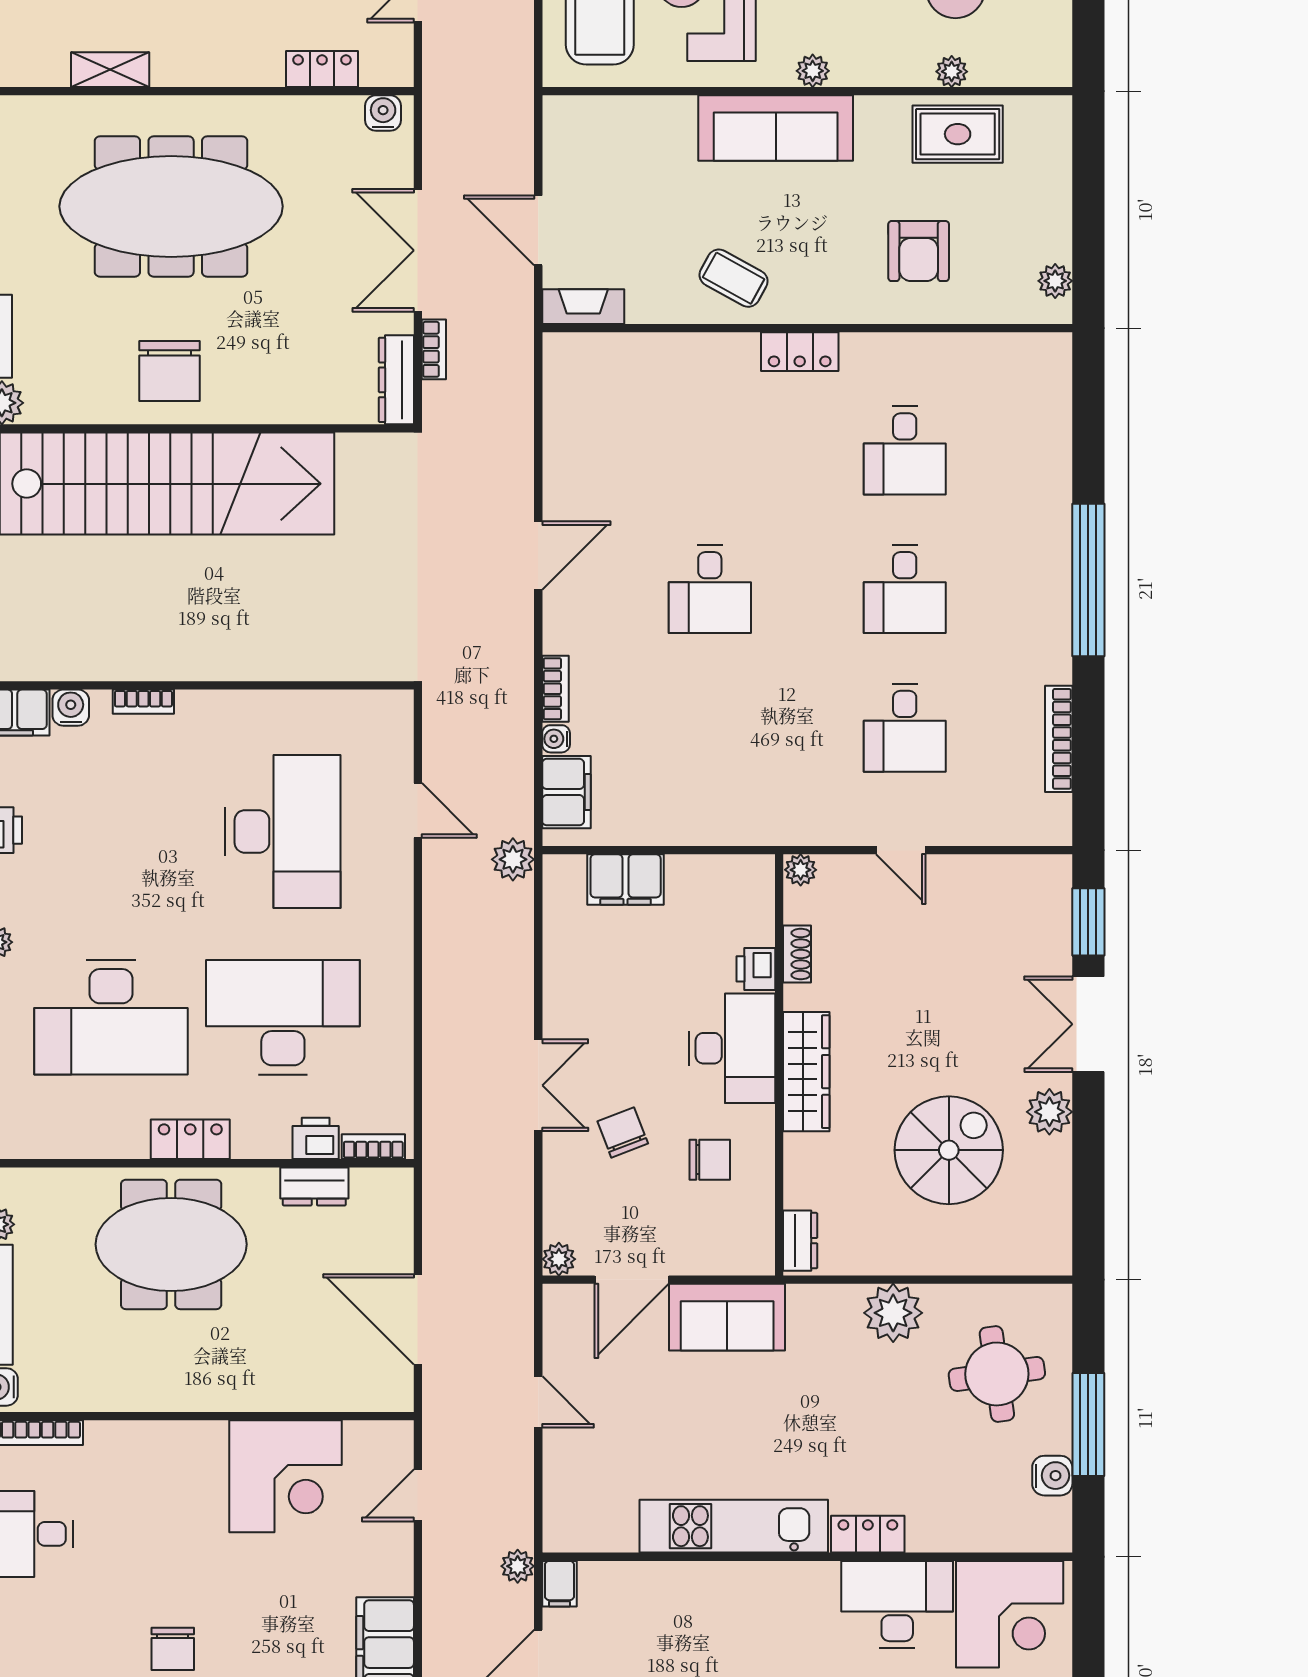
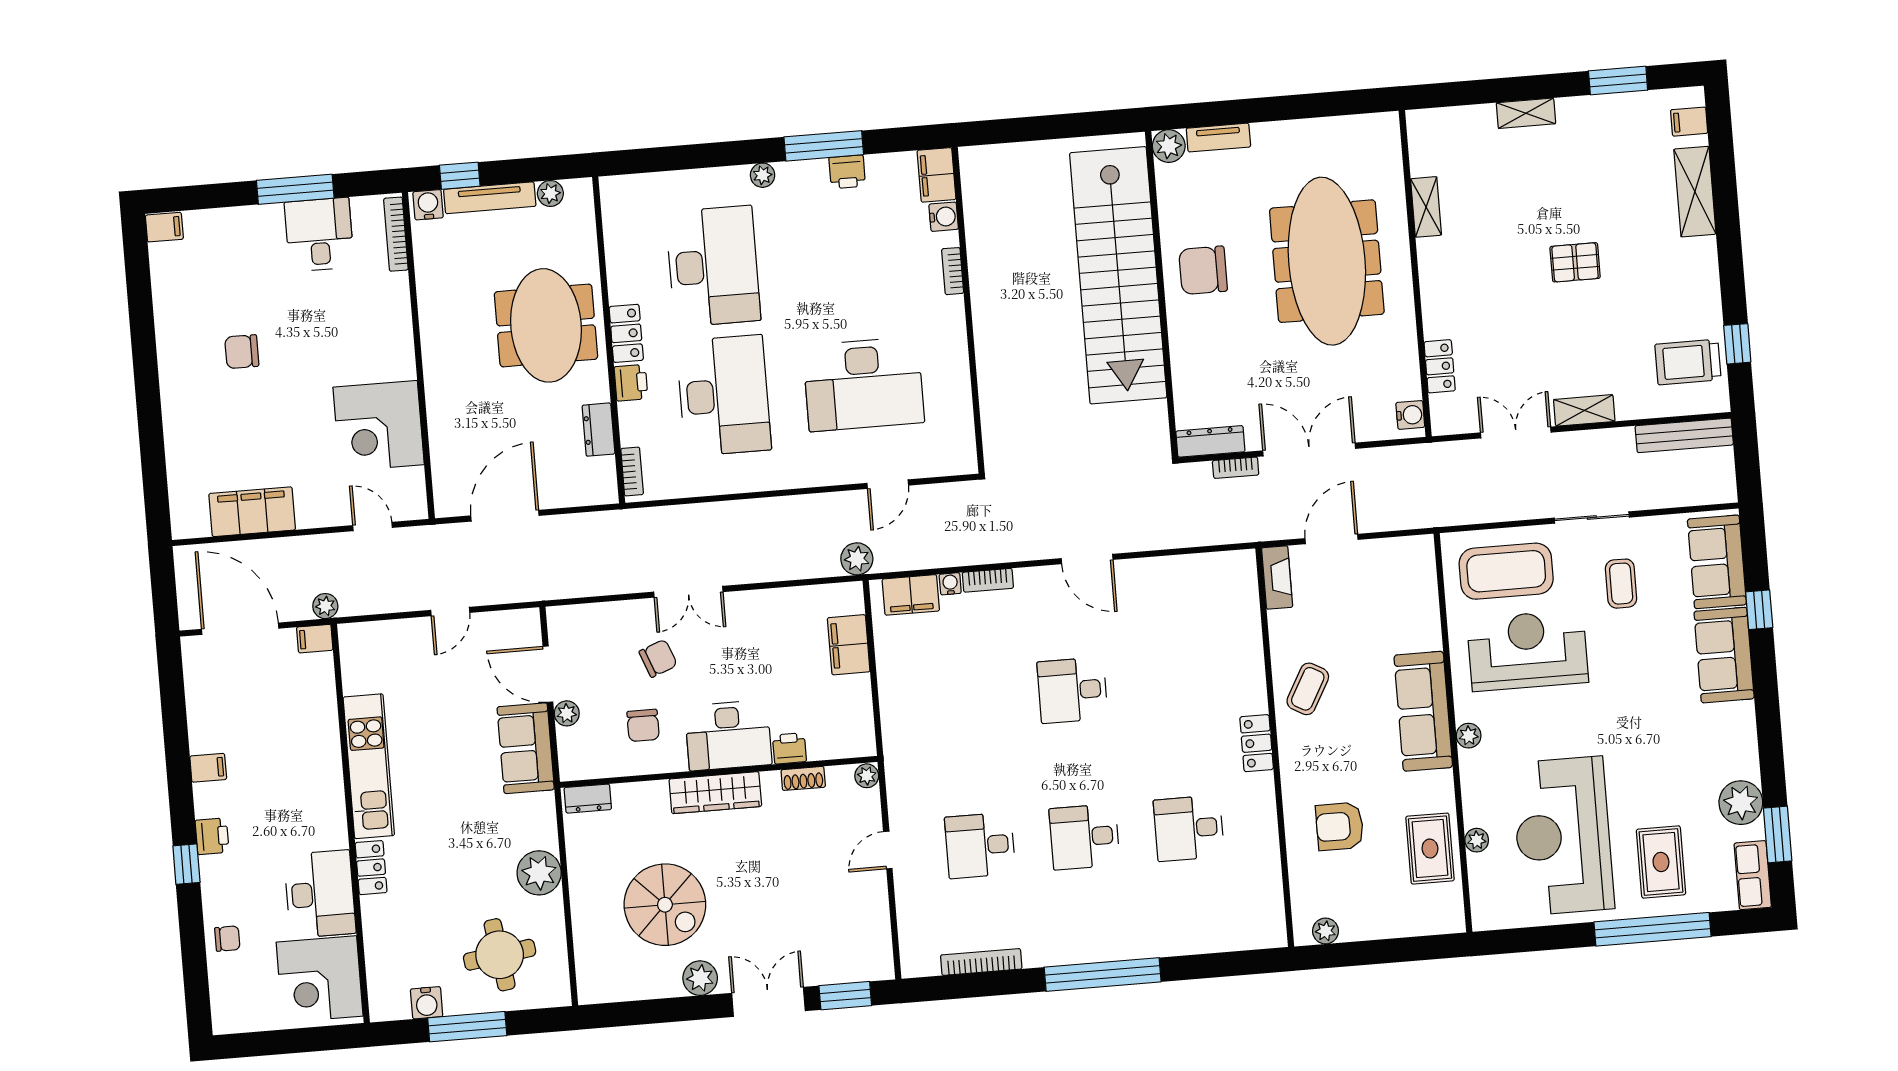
desk: (111, 1017) -> (713, 266), turned 180
printer: (316, 1138) -> (631, 383), moved
plant: (559, 1259) -> (567, 713), moved

